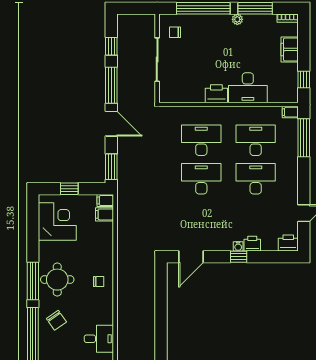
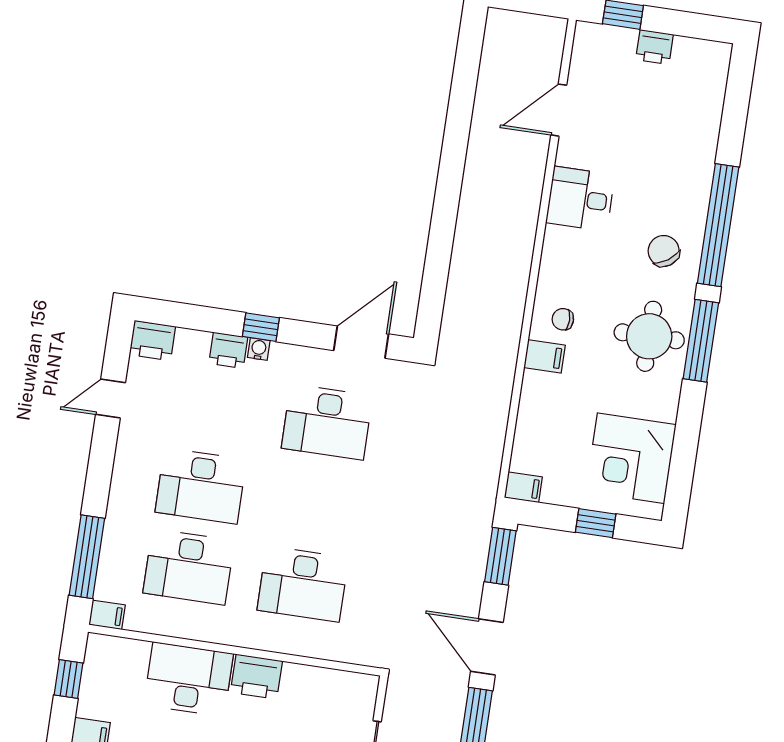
desk: (201, 179) -> (327, 422), moved
filing cabinet: (105, 214) -> (545, 356), moved

